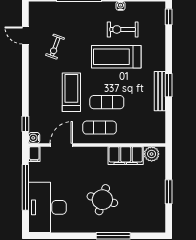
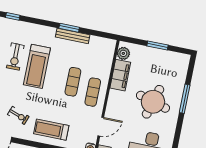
treadmill: (71, 92) -> (51, 130), moved
door: (61, 145) -> (101, 127), swing flipped
round table: (102, 200) -> (153, 102), width x1.36, depth x1.36

